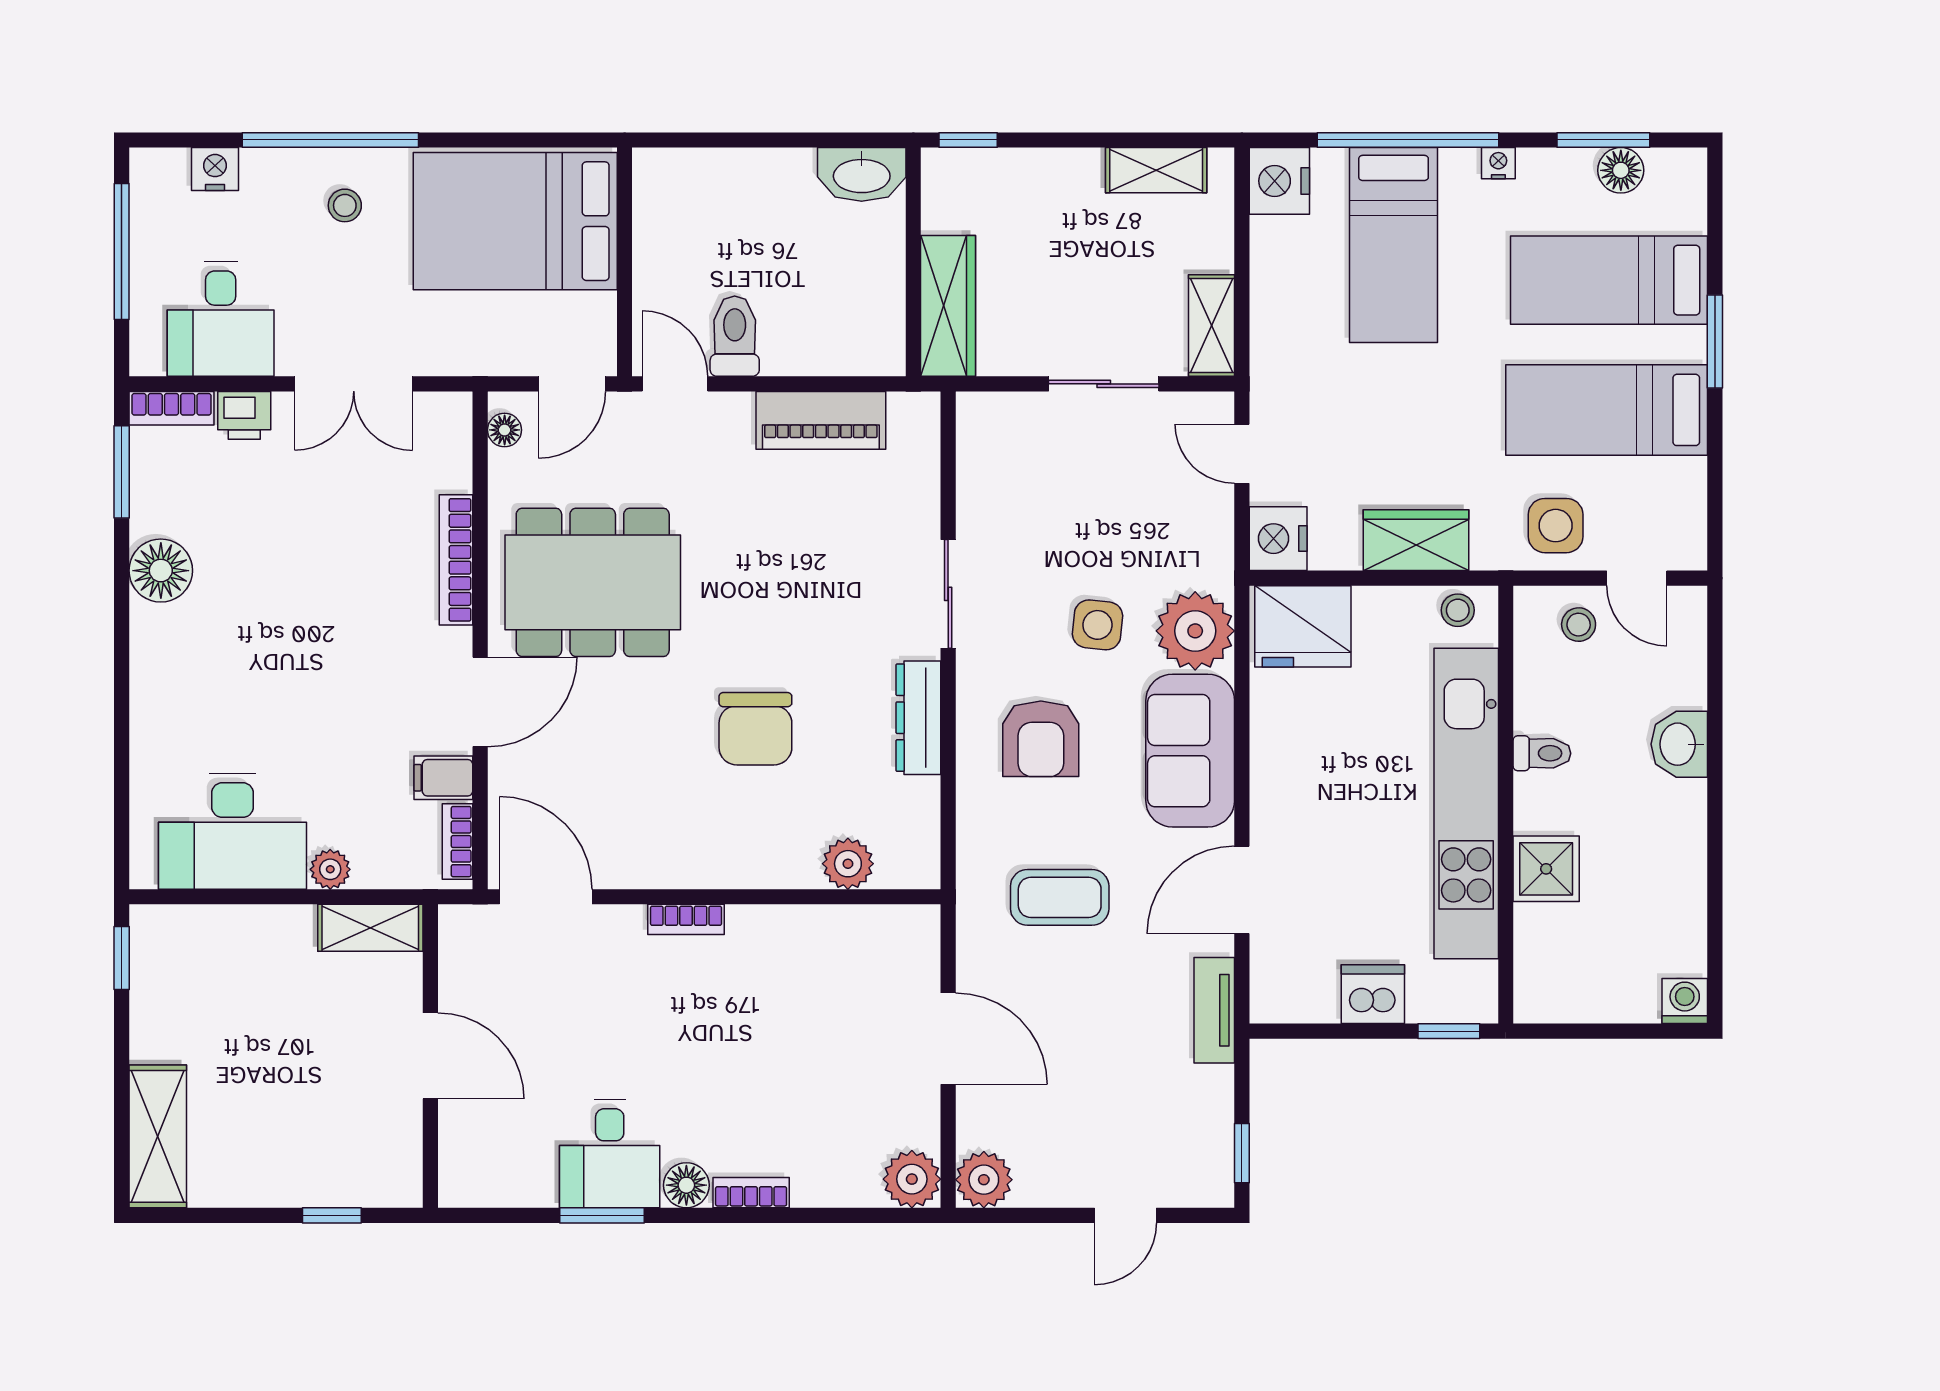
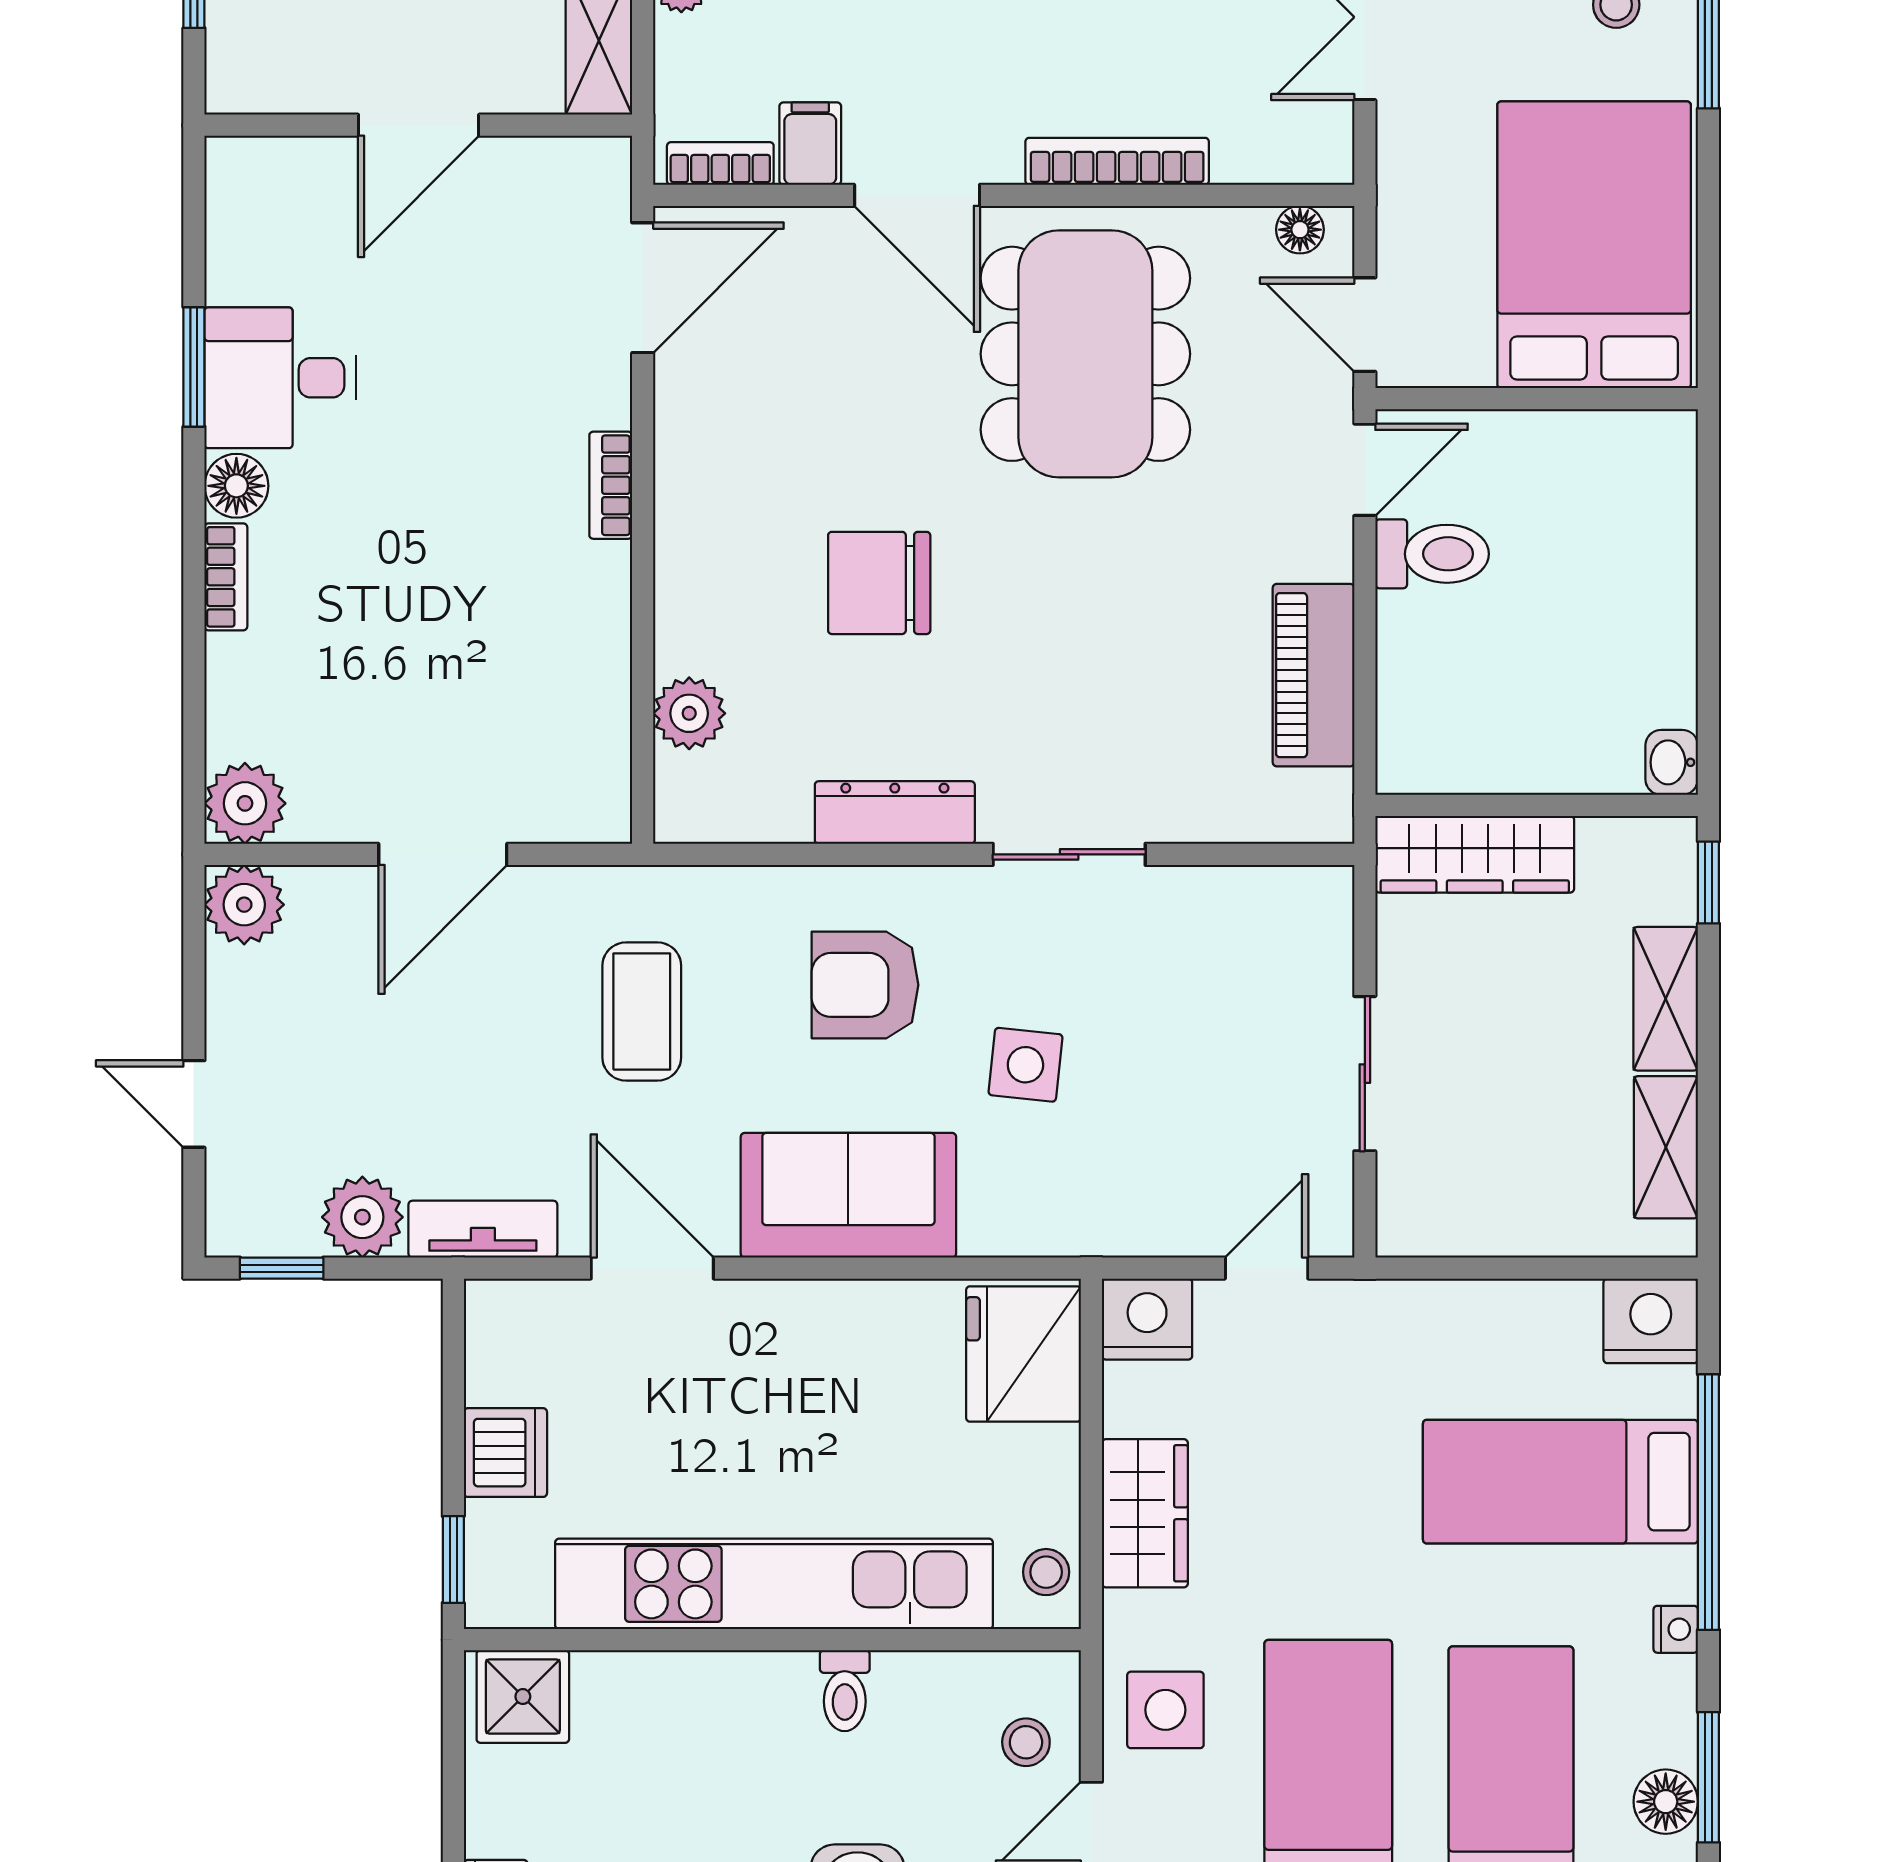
washbasin: (862, 174) -> (1672, 762), width x0.52, depth x0.69
shelving: (1211, 325) -> (1666, 999), moved, turned 90
plant: (1195, 631) -> (362, 1217), moved, width x0.73, depth x0.73
shower: (1546, 869) -> (523, 1697), moved

